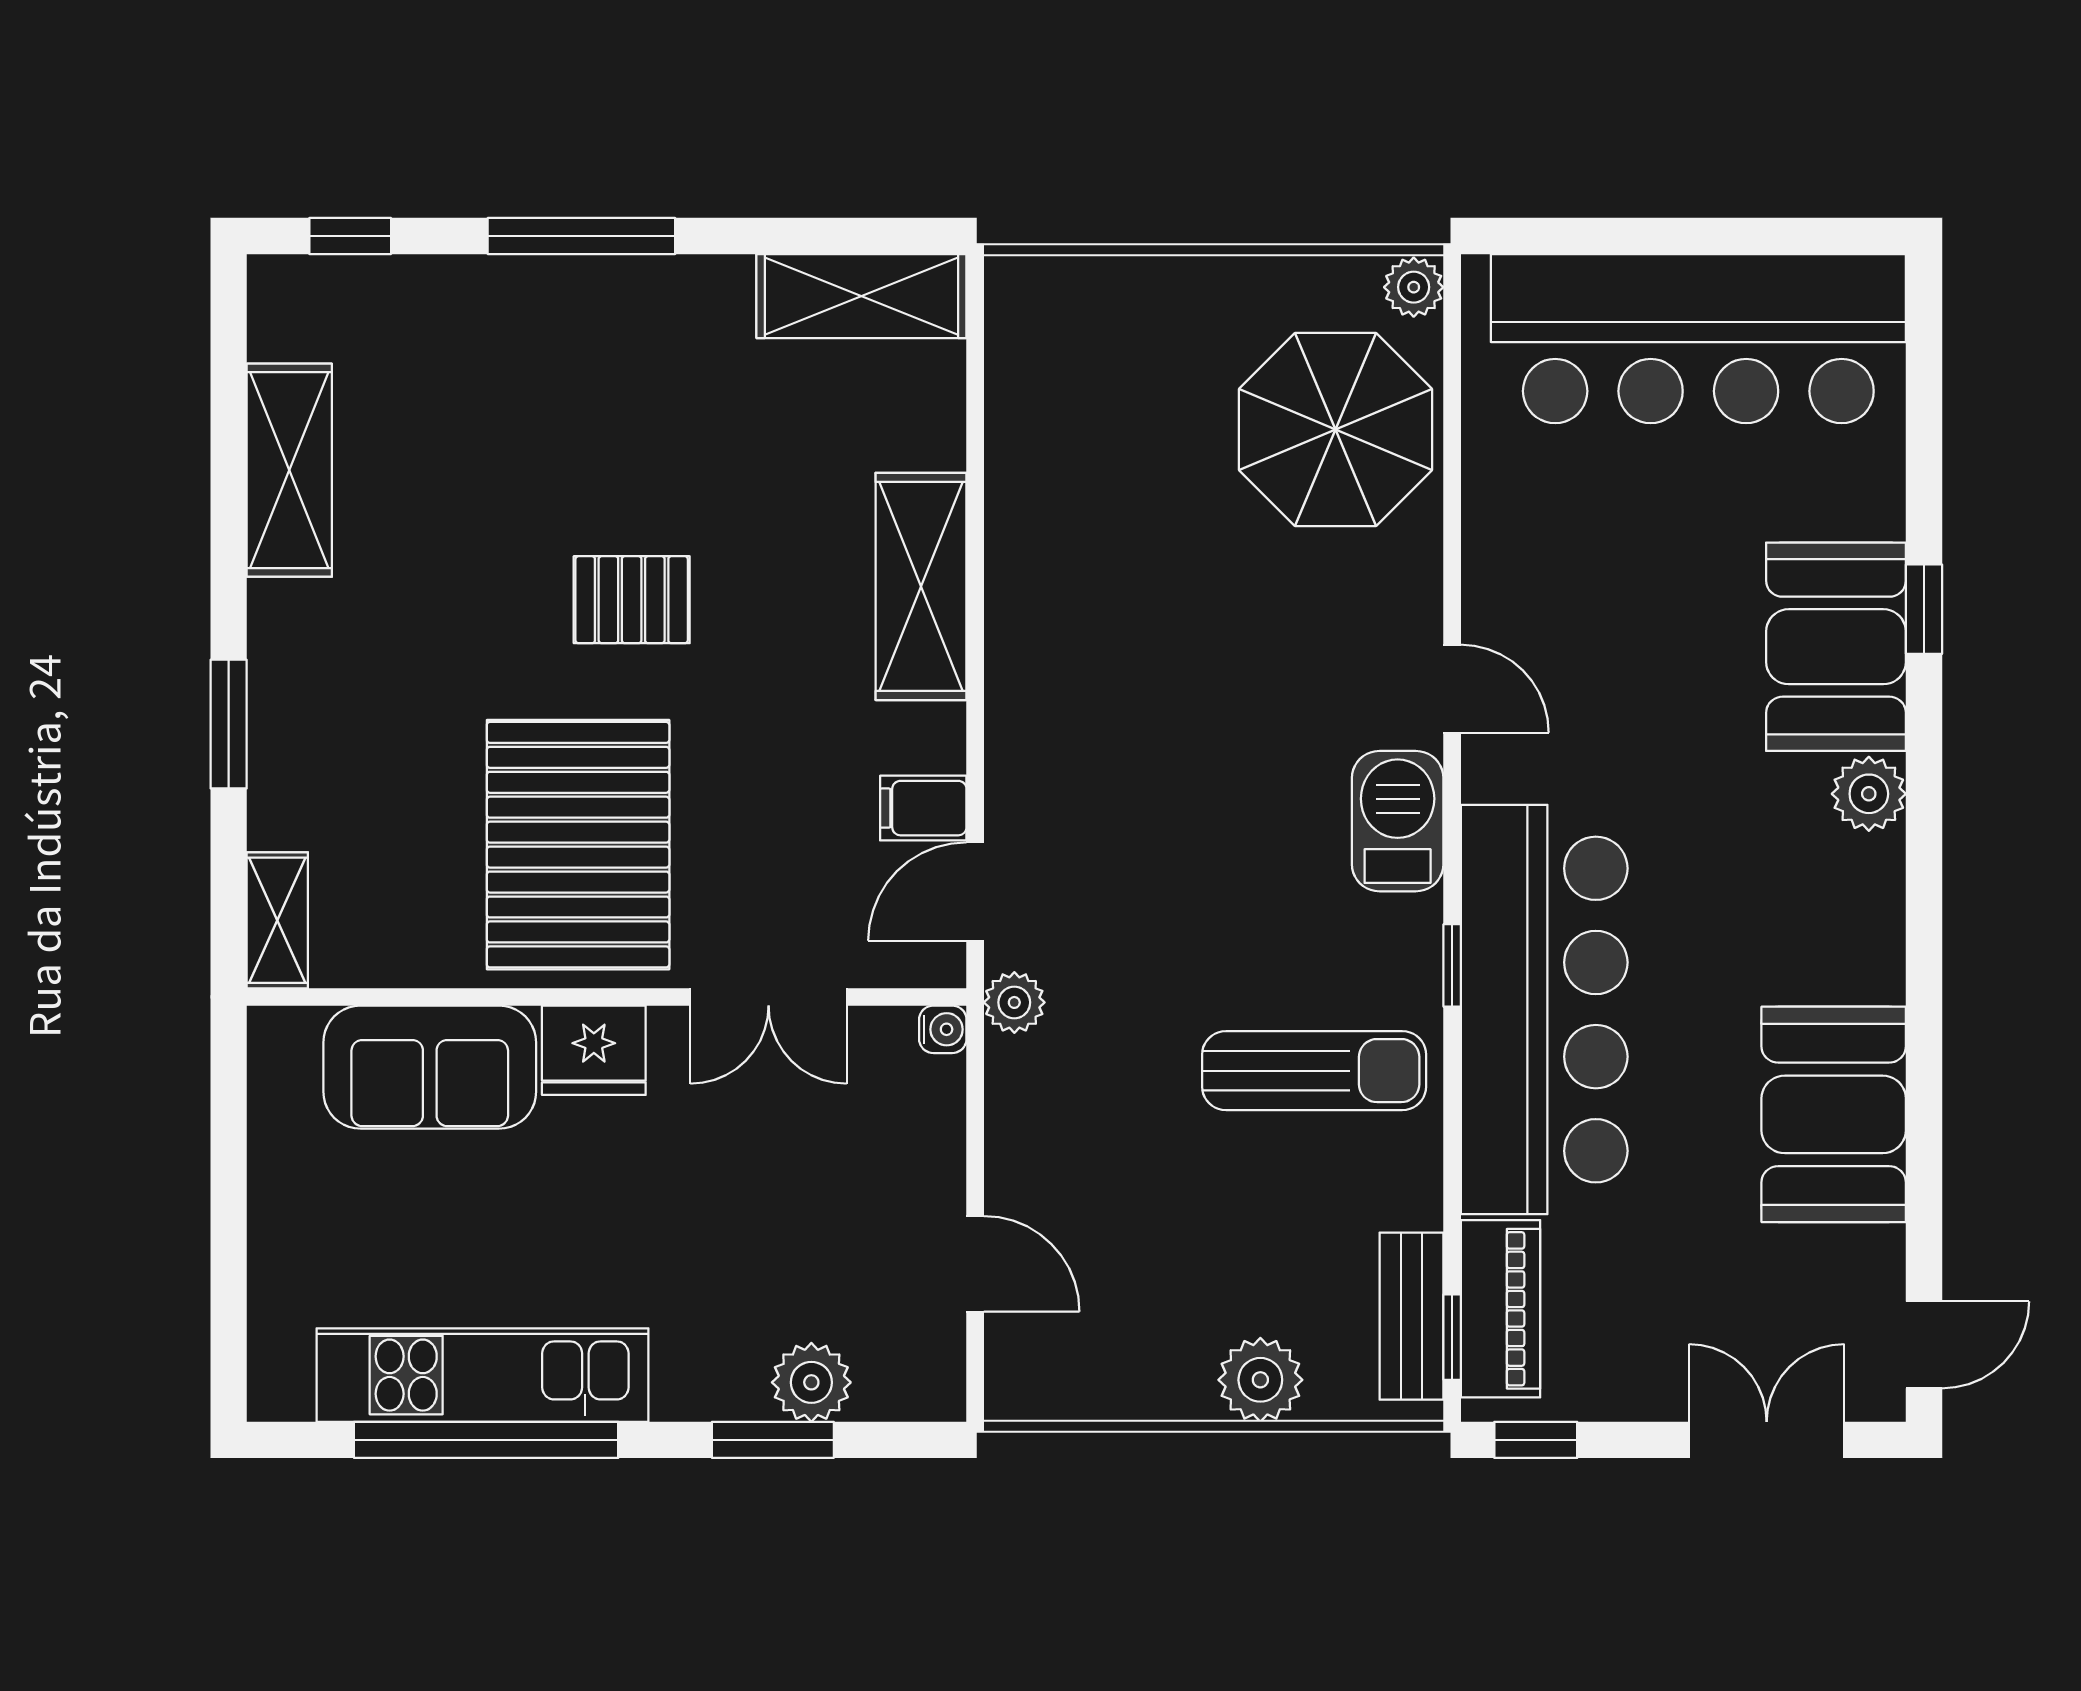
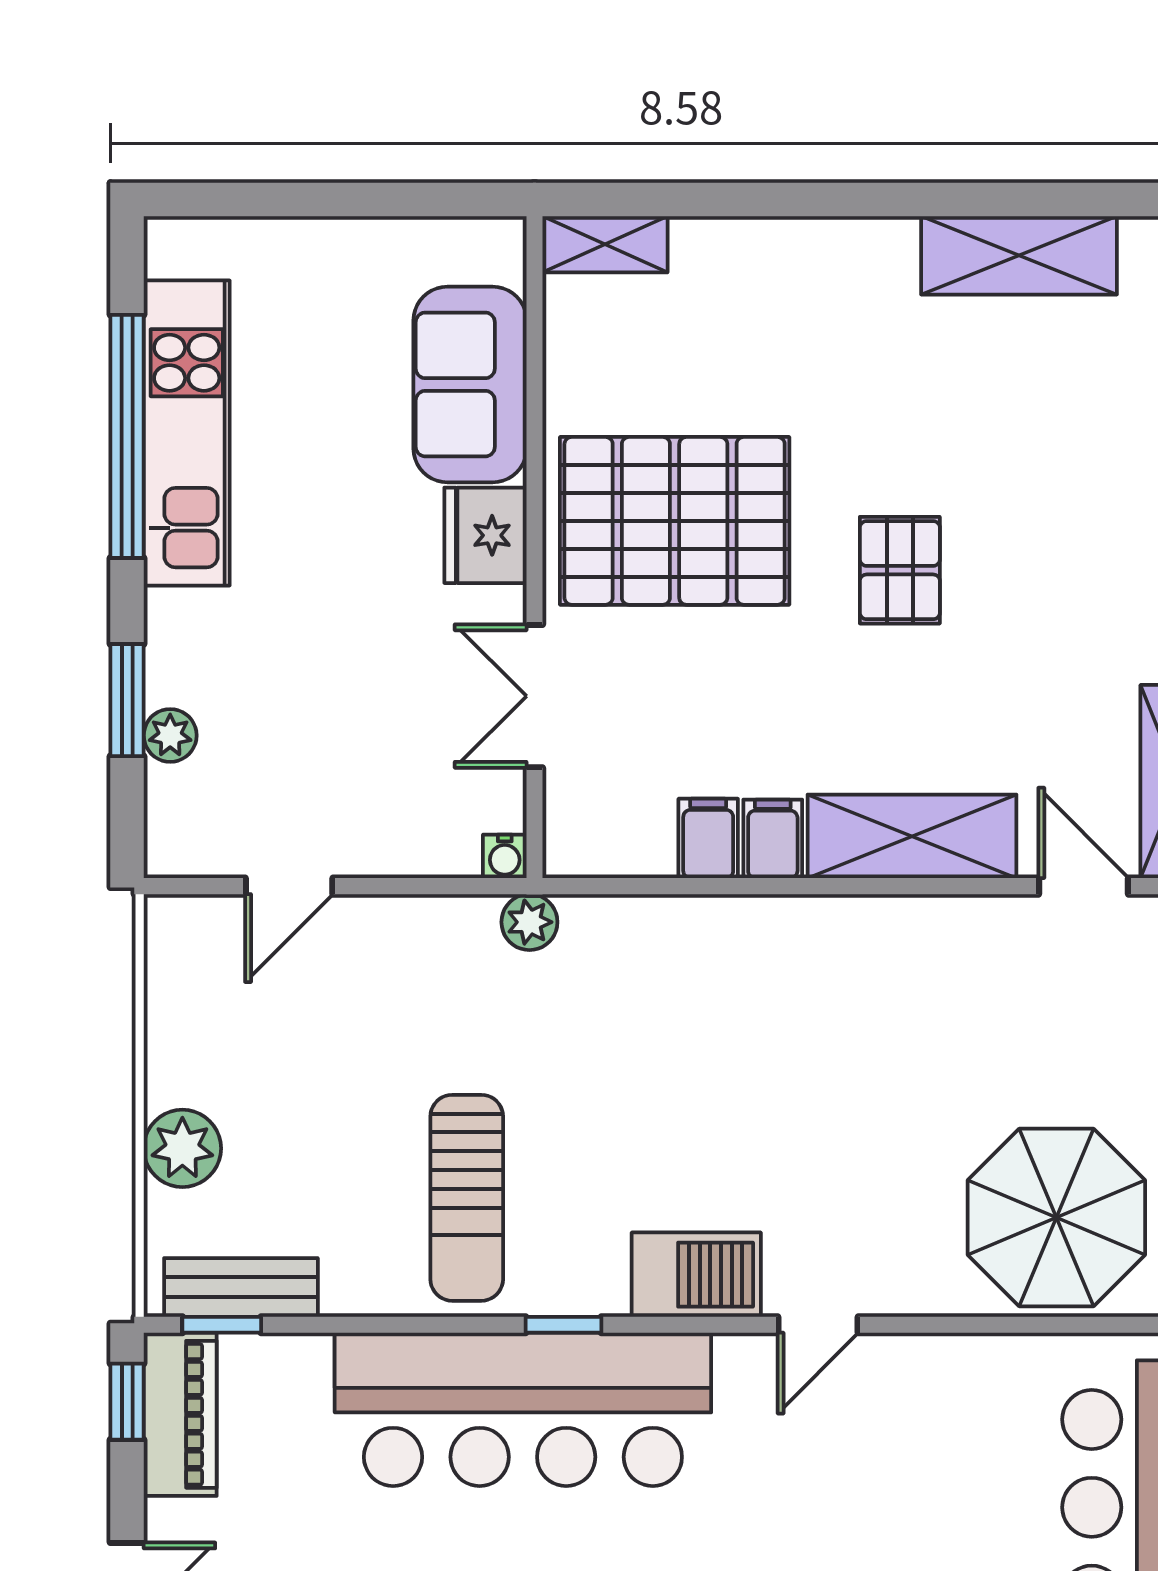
window: (229, 724) -> (785, 200), removed
filing cabinet: (924, 738) -> (773, 839), added
door: (975, 892) -> (1084, 886), moved
piano: (1500, 1309) -> (180, 1414), moved, turned -90
plant: (811, 1382) -> (170, 735), width x0.73, depth x0.73

